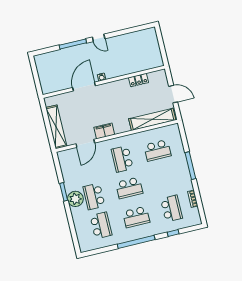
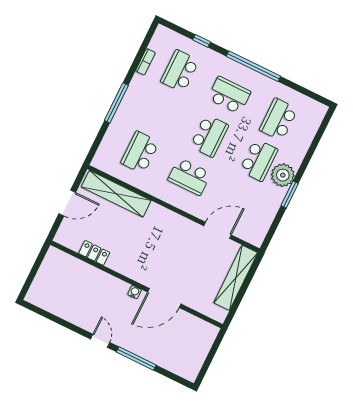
door: (173, 94) -> (67, 203), swing flipped
filing cabinet: (104, 131) -> (183, 227), removed
school desk: (158, 150) -> (140, 152), turned -90
school desk: (122, 159) -> (189, 177), turned 90
school desk: (129, 188) -> (209, 136), turned 90

